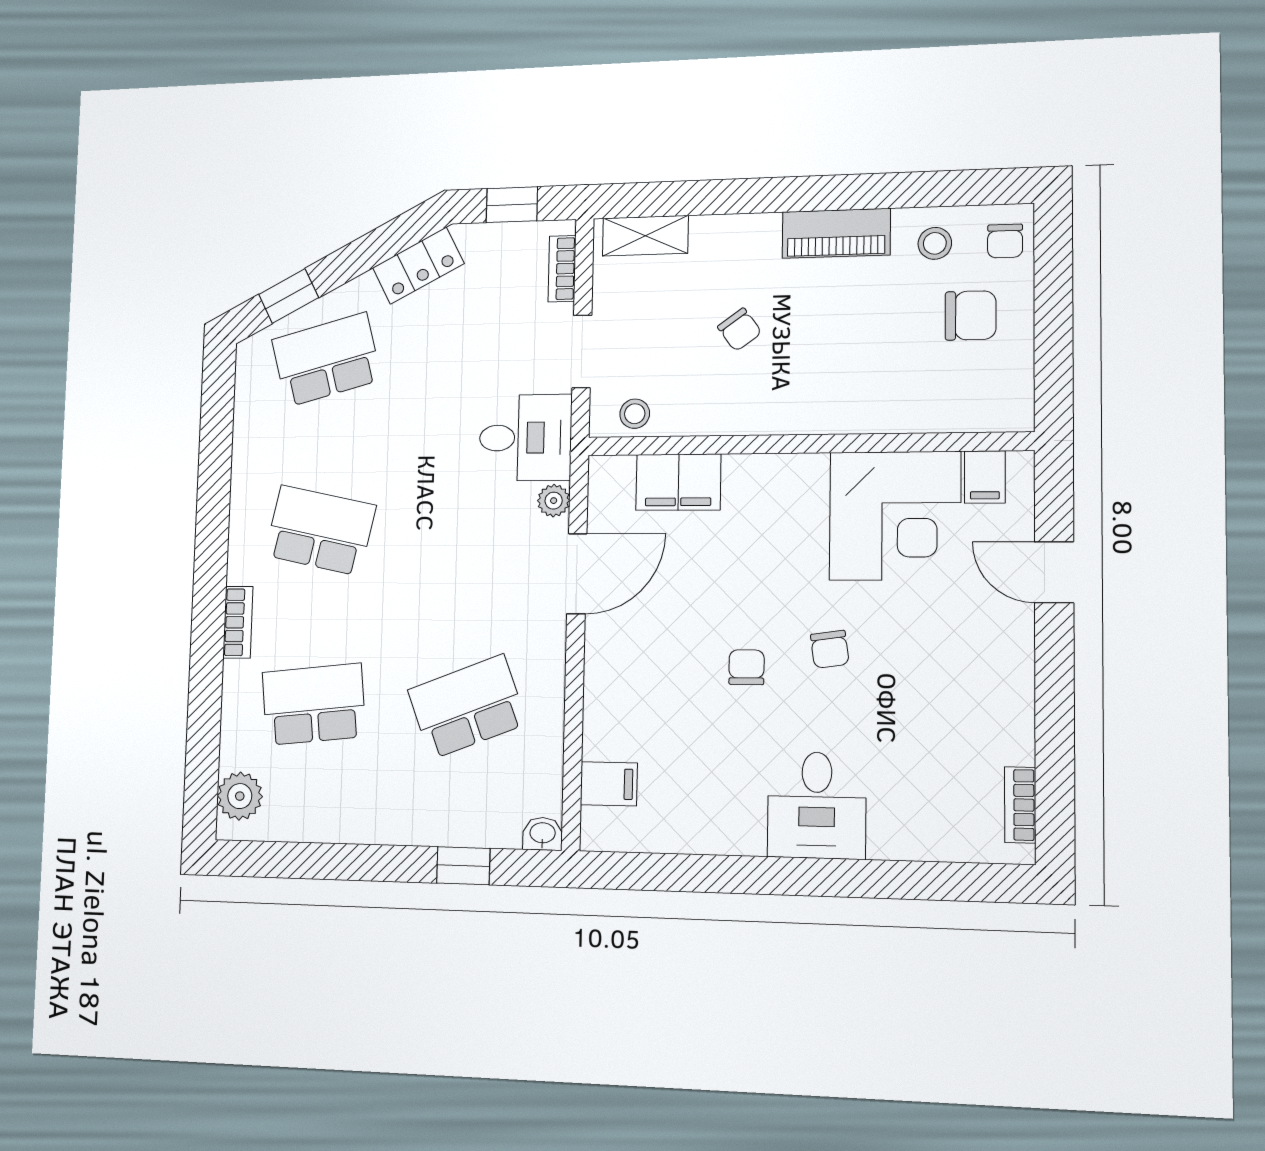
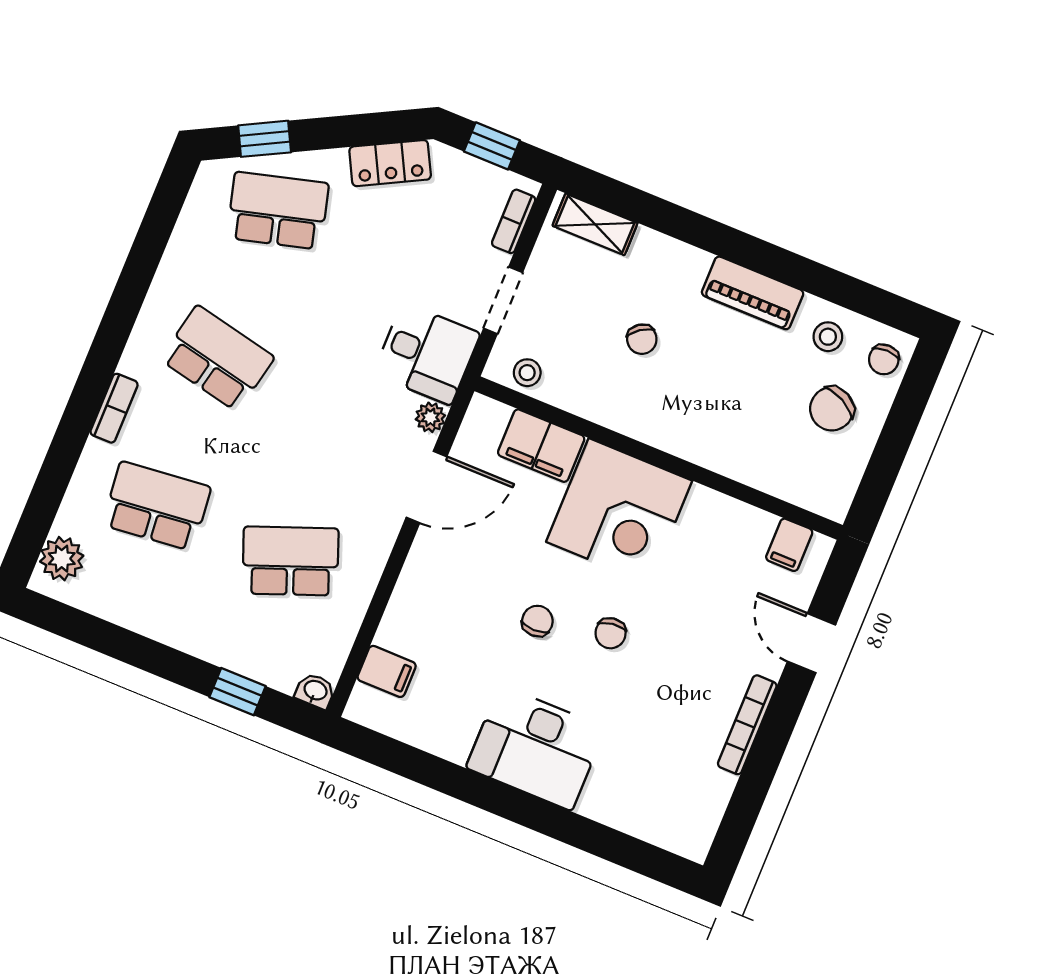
chair: (971, 315) -> (832, 409), turned 117
corner desk: (895, 516) -> (619, 511), moved
desk: (817, 805) -> (536, 748), width x1.37
bookcase: (1020, 805) -> (747, 725), moved, width x1.56

